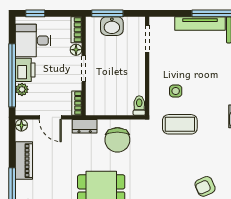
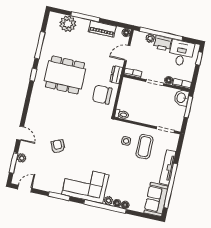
washbasin: (112, 26) -> (181, 98), moved
coffee table: (180, 124) -> (145, 147), moved

